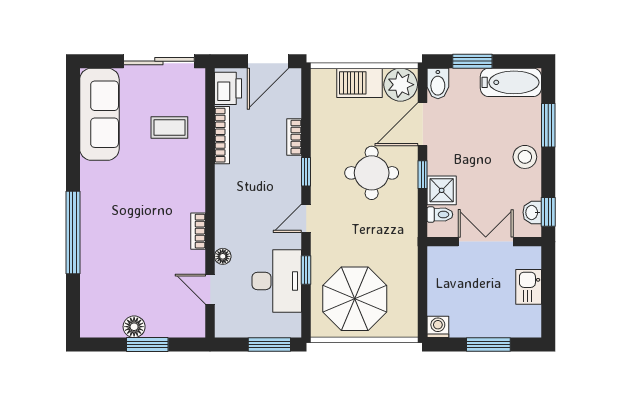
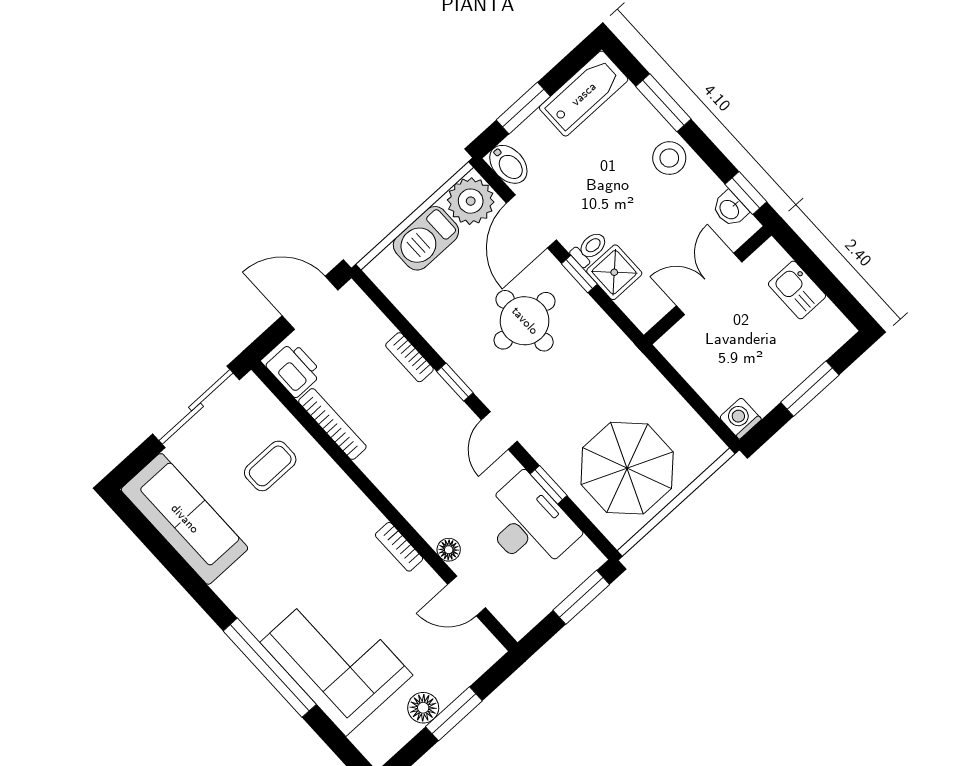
door: (268, 61) -> (310, 303), swing flipped
toilet: (440, 215) -> (589, 249), moved
corner sofa: (112, 260) -> (336, 659), added

